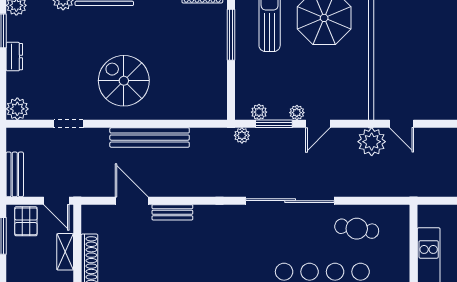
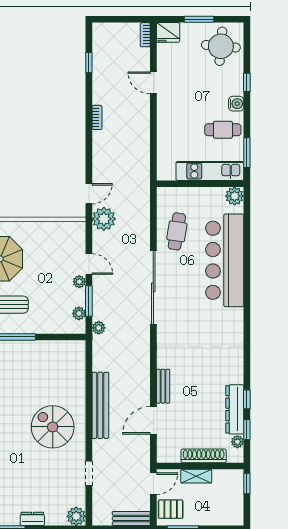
spiral stairs: (124, 81) -> (53, 427), turned 90

